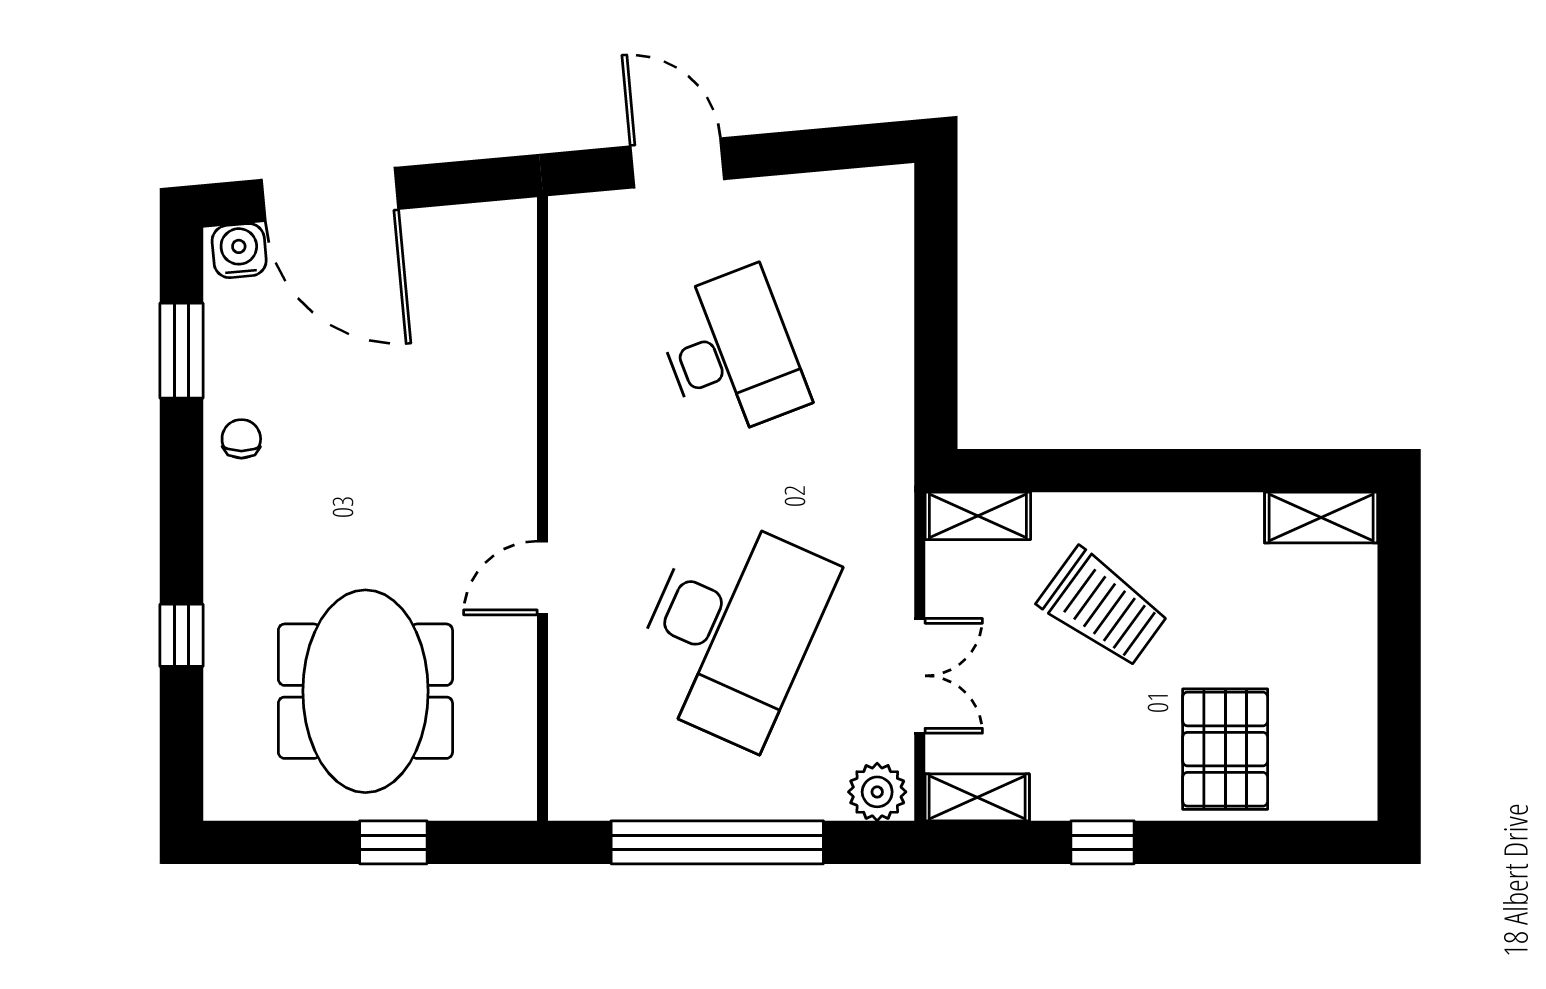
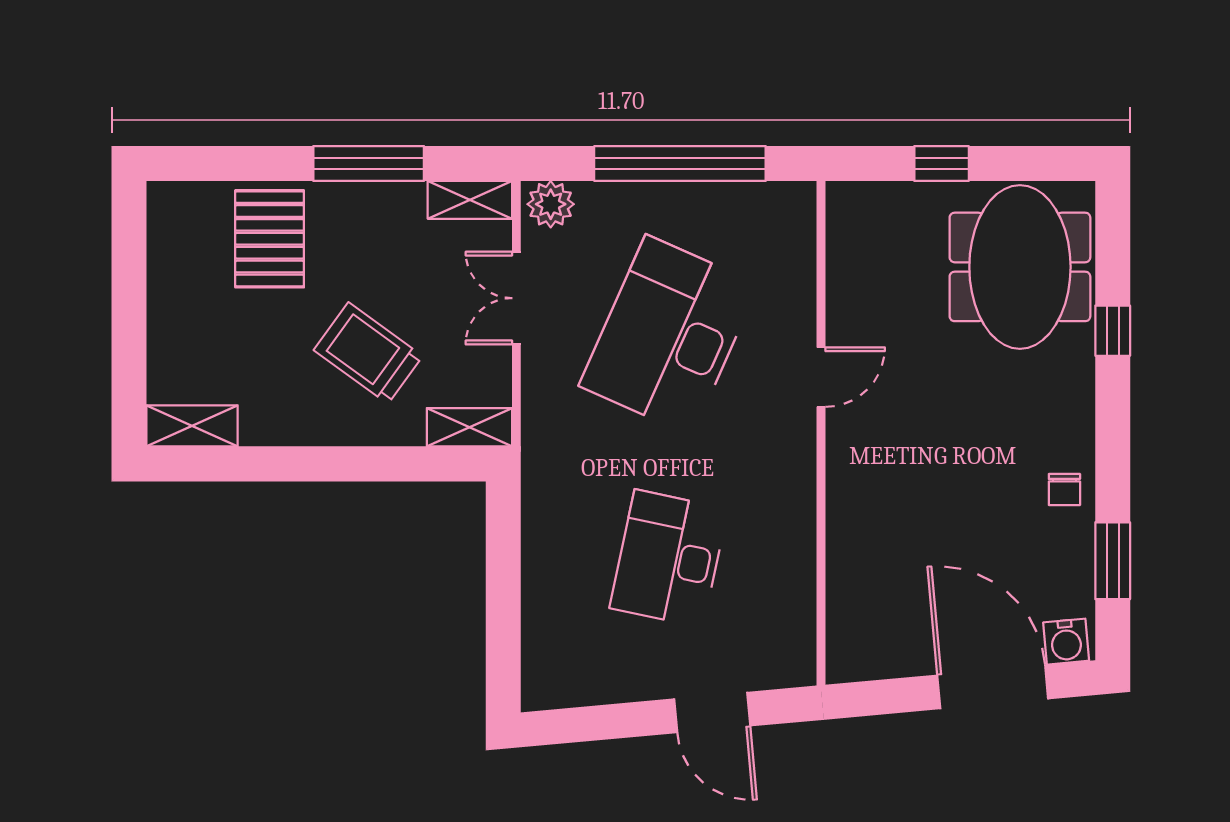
desk: (731, 353) -> (669, 559), turned 33
meeting table: (365, 691) -> (1020, 267), moved
window: (1103, 842) -> (369, 163), width x2.17

